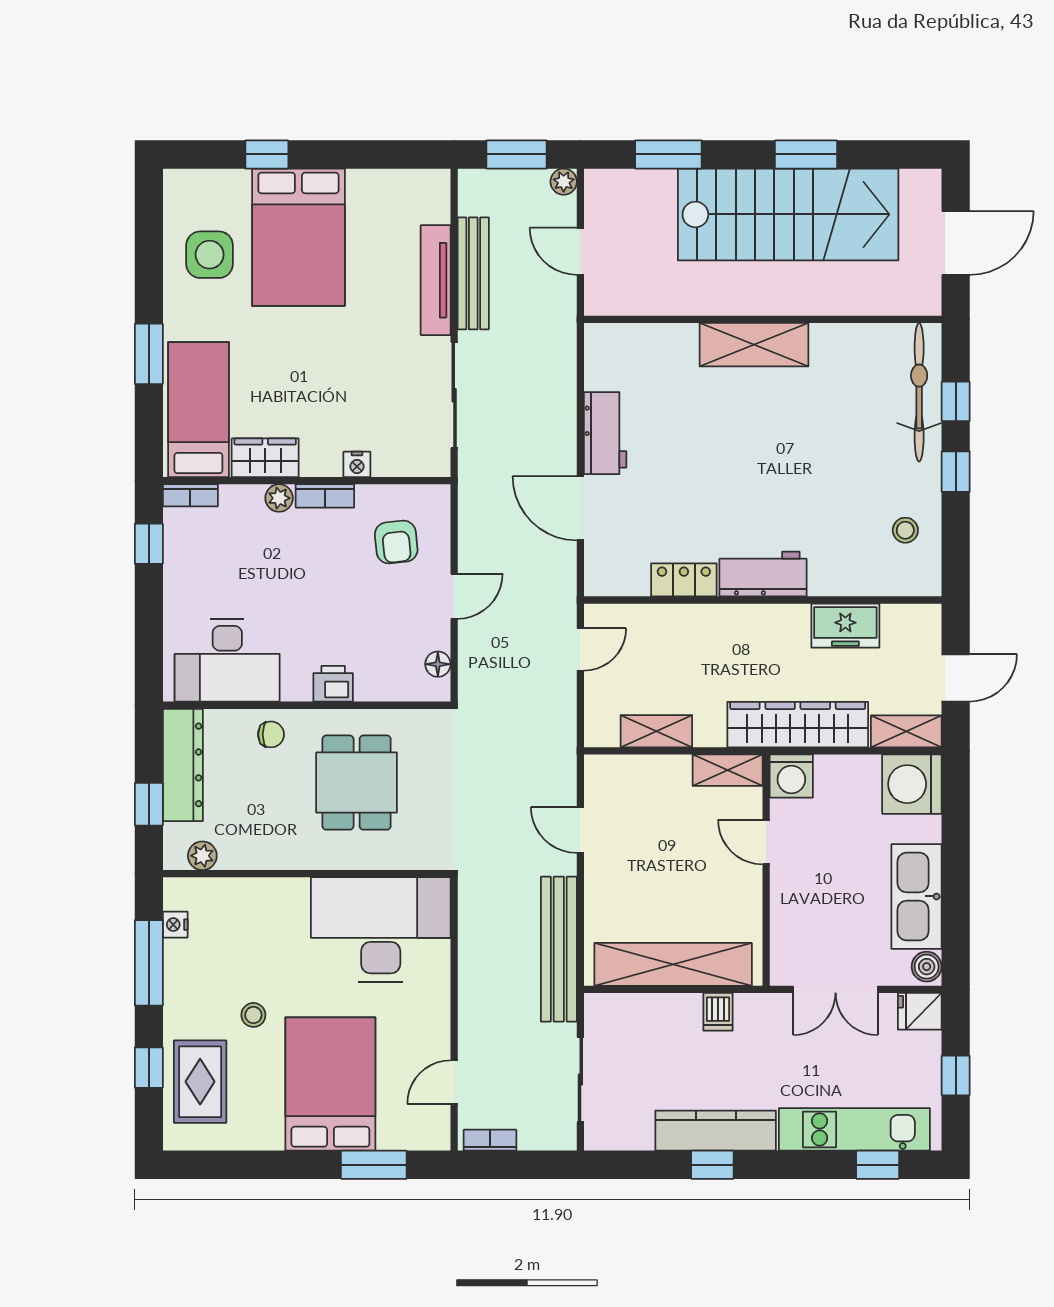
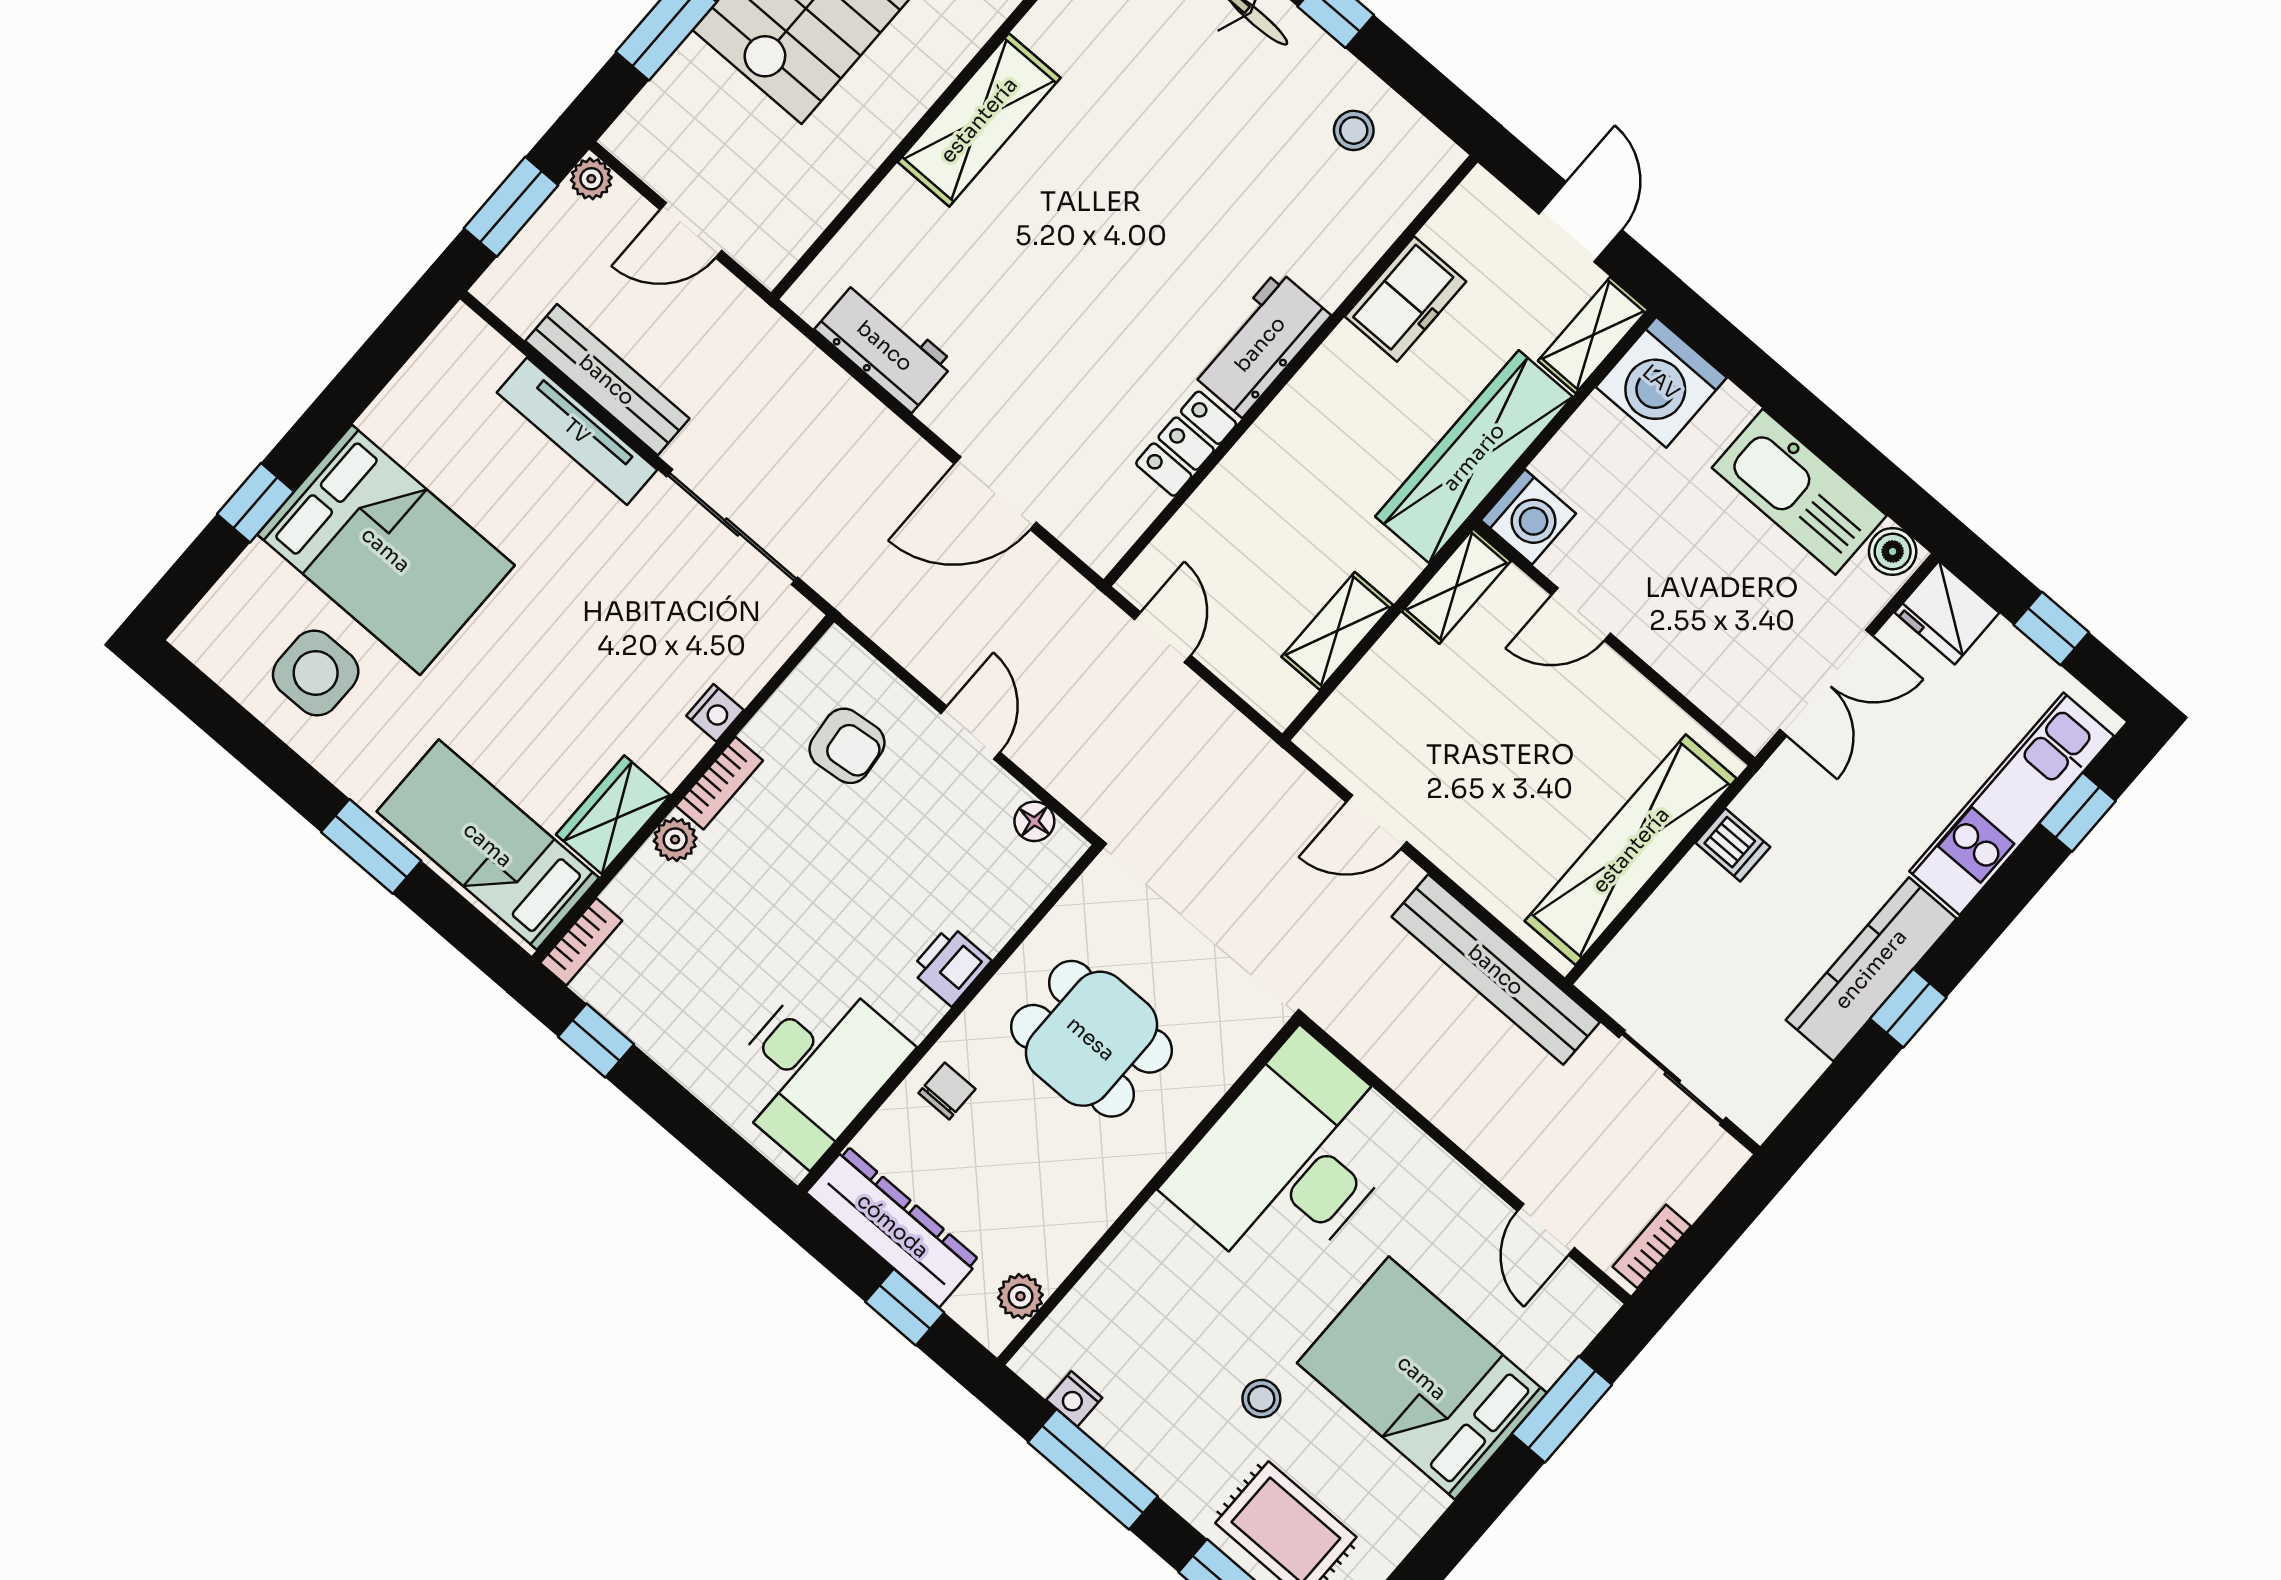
workbench: (605, 433) -> (885, 346), moved
fridge: (920, 1011) -> (1947, 613), width x1.38

